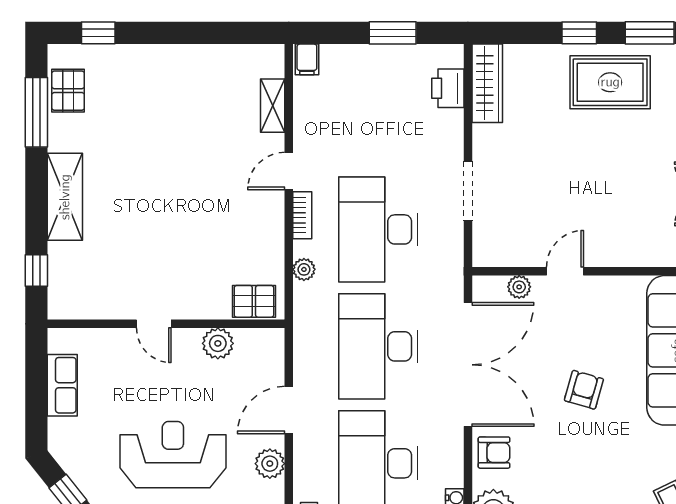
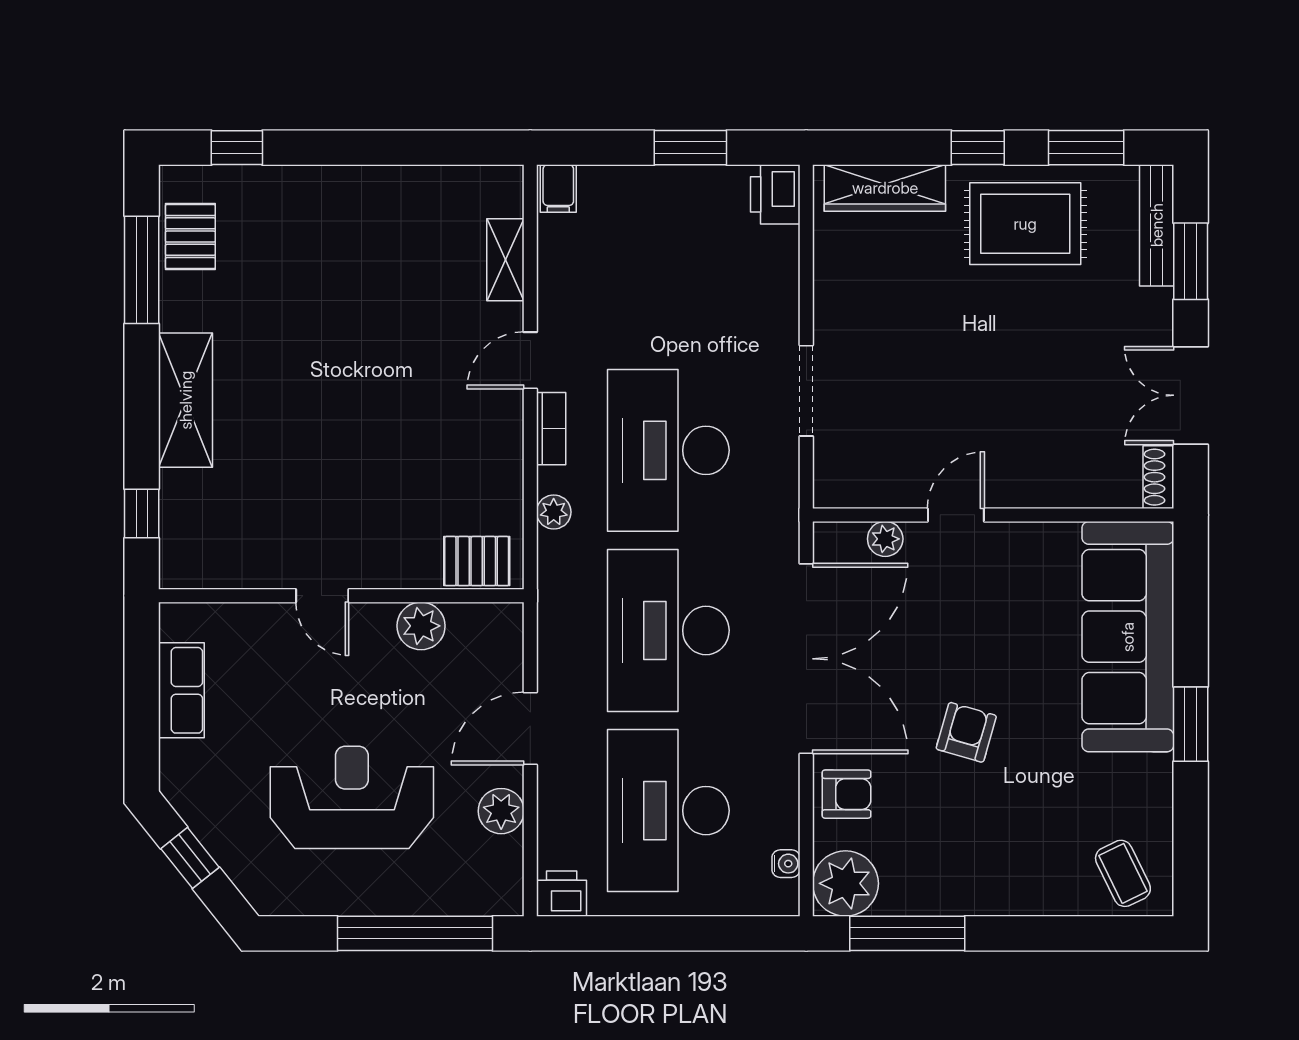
wardrobe: (487, 83) -> (885, 188), moved, turned 90
printer: (448, 88) -> (775, 194), moved
armchair: (584, 390) -> (966, 732), moved

